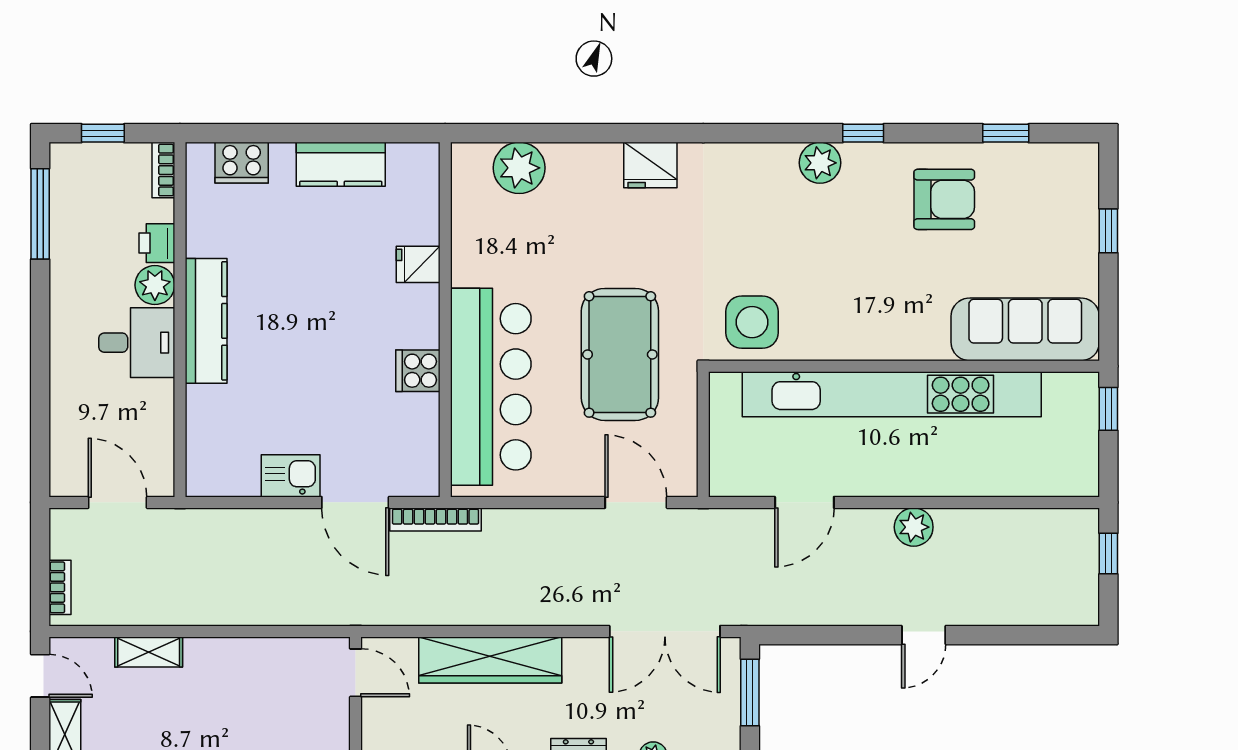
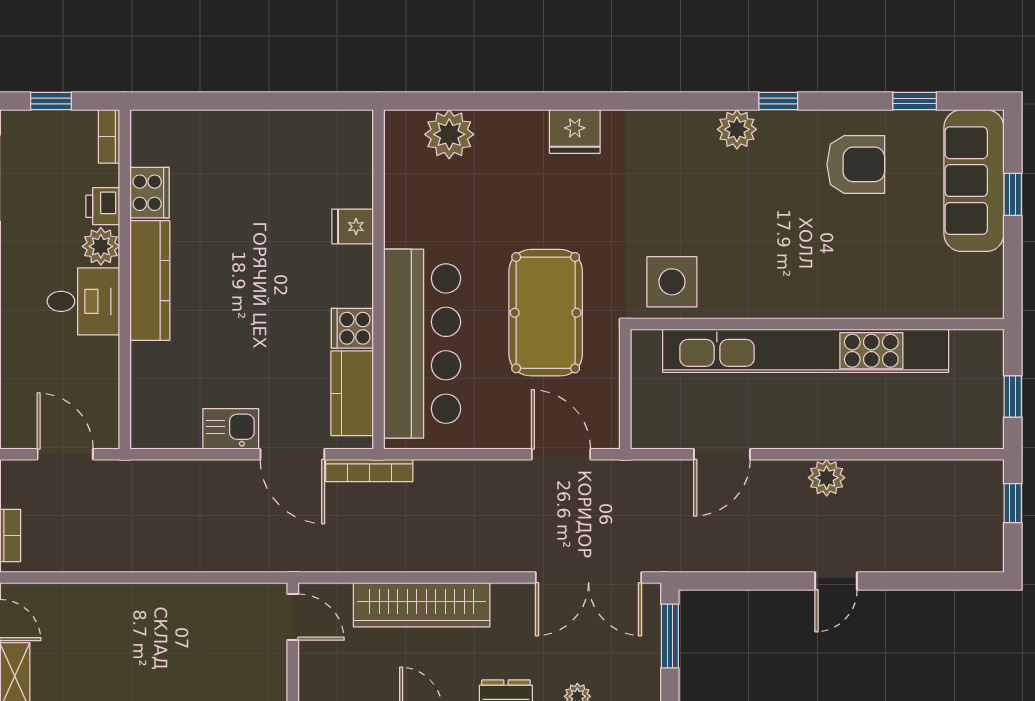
cooker: (242, 163) -> (149, 193), moved, turned -90
kitchen counter: (341, 164) -> (352, 393), moved, turned 90
sofa: (1025, 329) -> (974, 181), moved, turned -90
window: (1108, 409) -> (1013, 396), moved
shelving: (149, 652) -> (95, 597), removed

